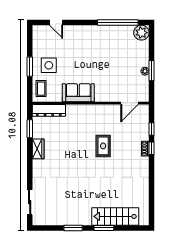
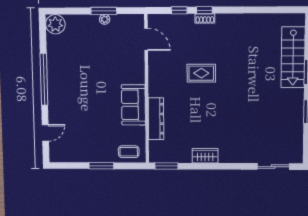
window: (118, 22) -> (44, 79), moved
side table: (49, 65) -> (99, 142), removed
dresser: (49, 110) -> (156, 119), moved
window: (30, 129) -> (166, 166), moved

